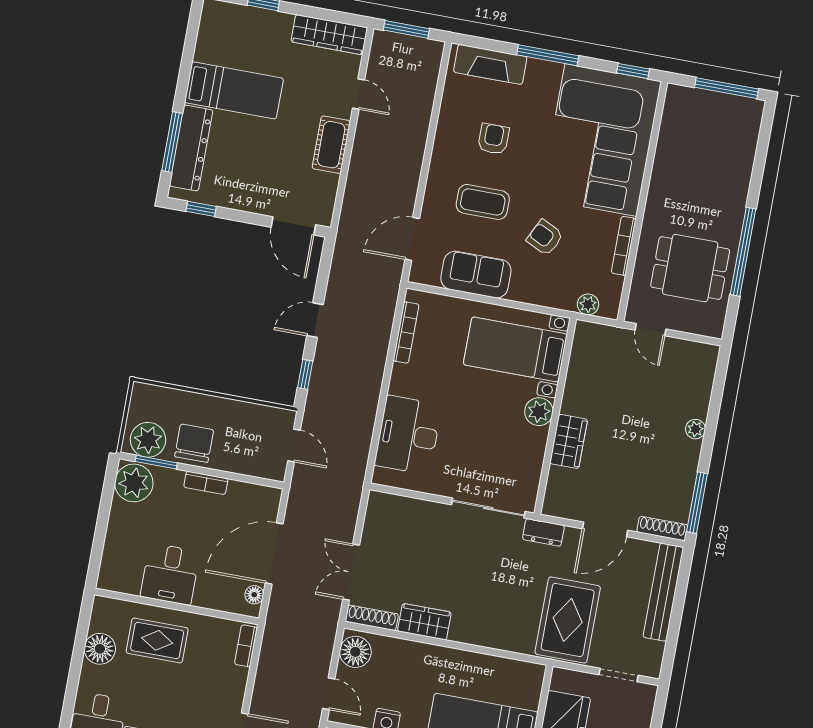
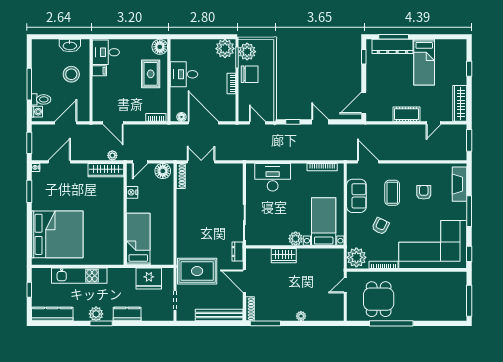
armchair: (493, 139) -> (424, 192), turned -90
plant: (588, 304) -> (356, 257), width x1.88, depth x1.88
door: (294, 445) -> (257, 123), swing flipped
wardrobe: (424, 622) -> (184, 202), removed
floor lamp: (100, 649) -> (160, 47), moved

